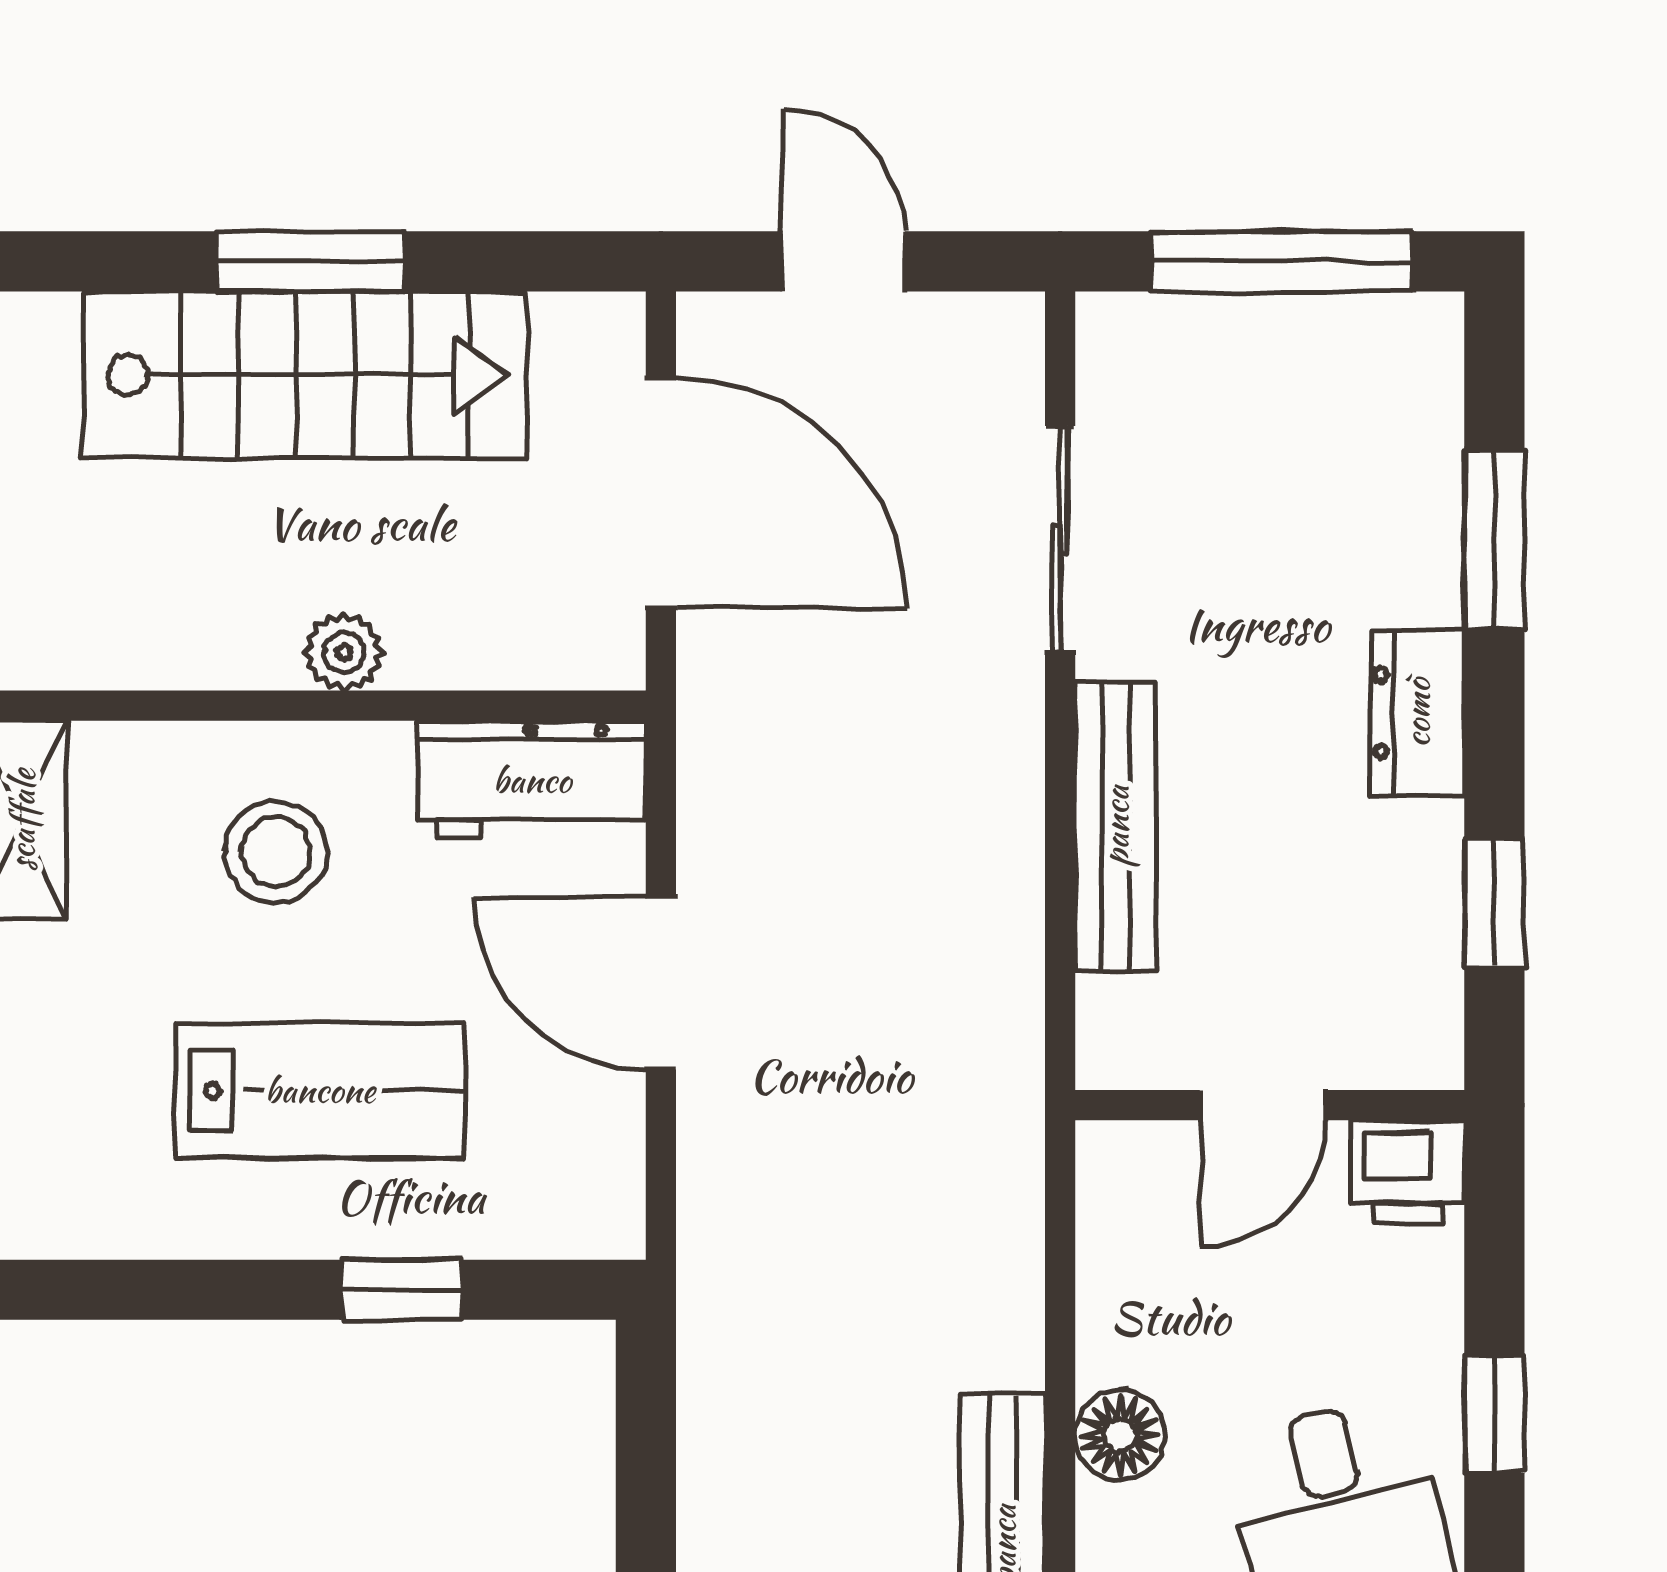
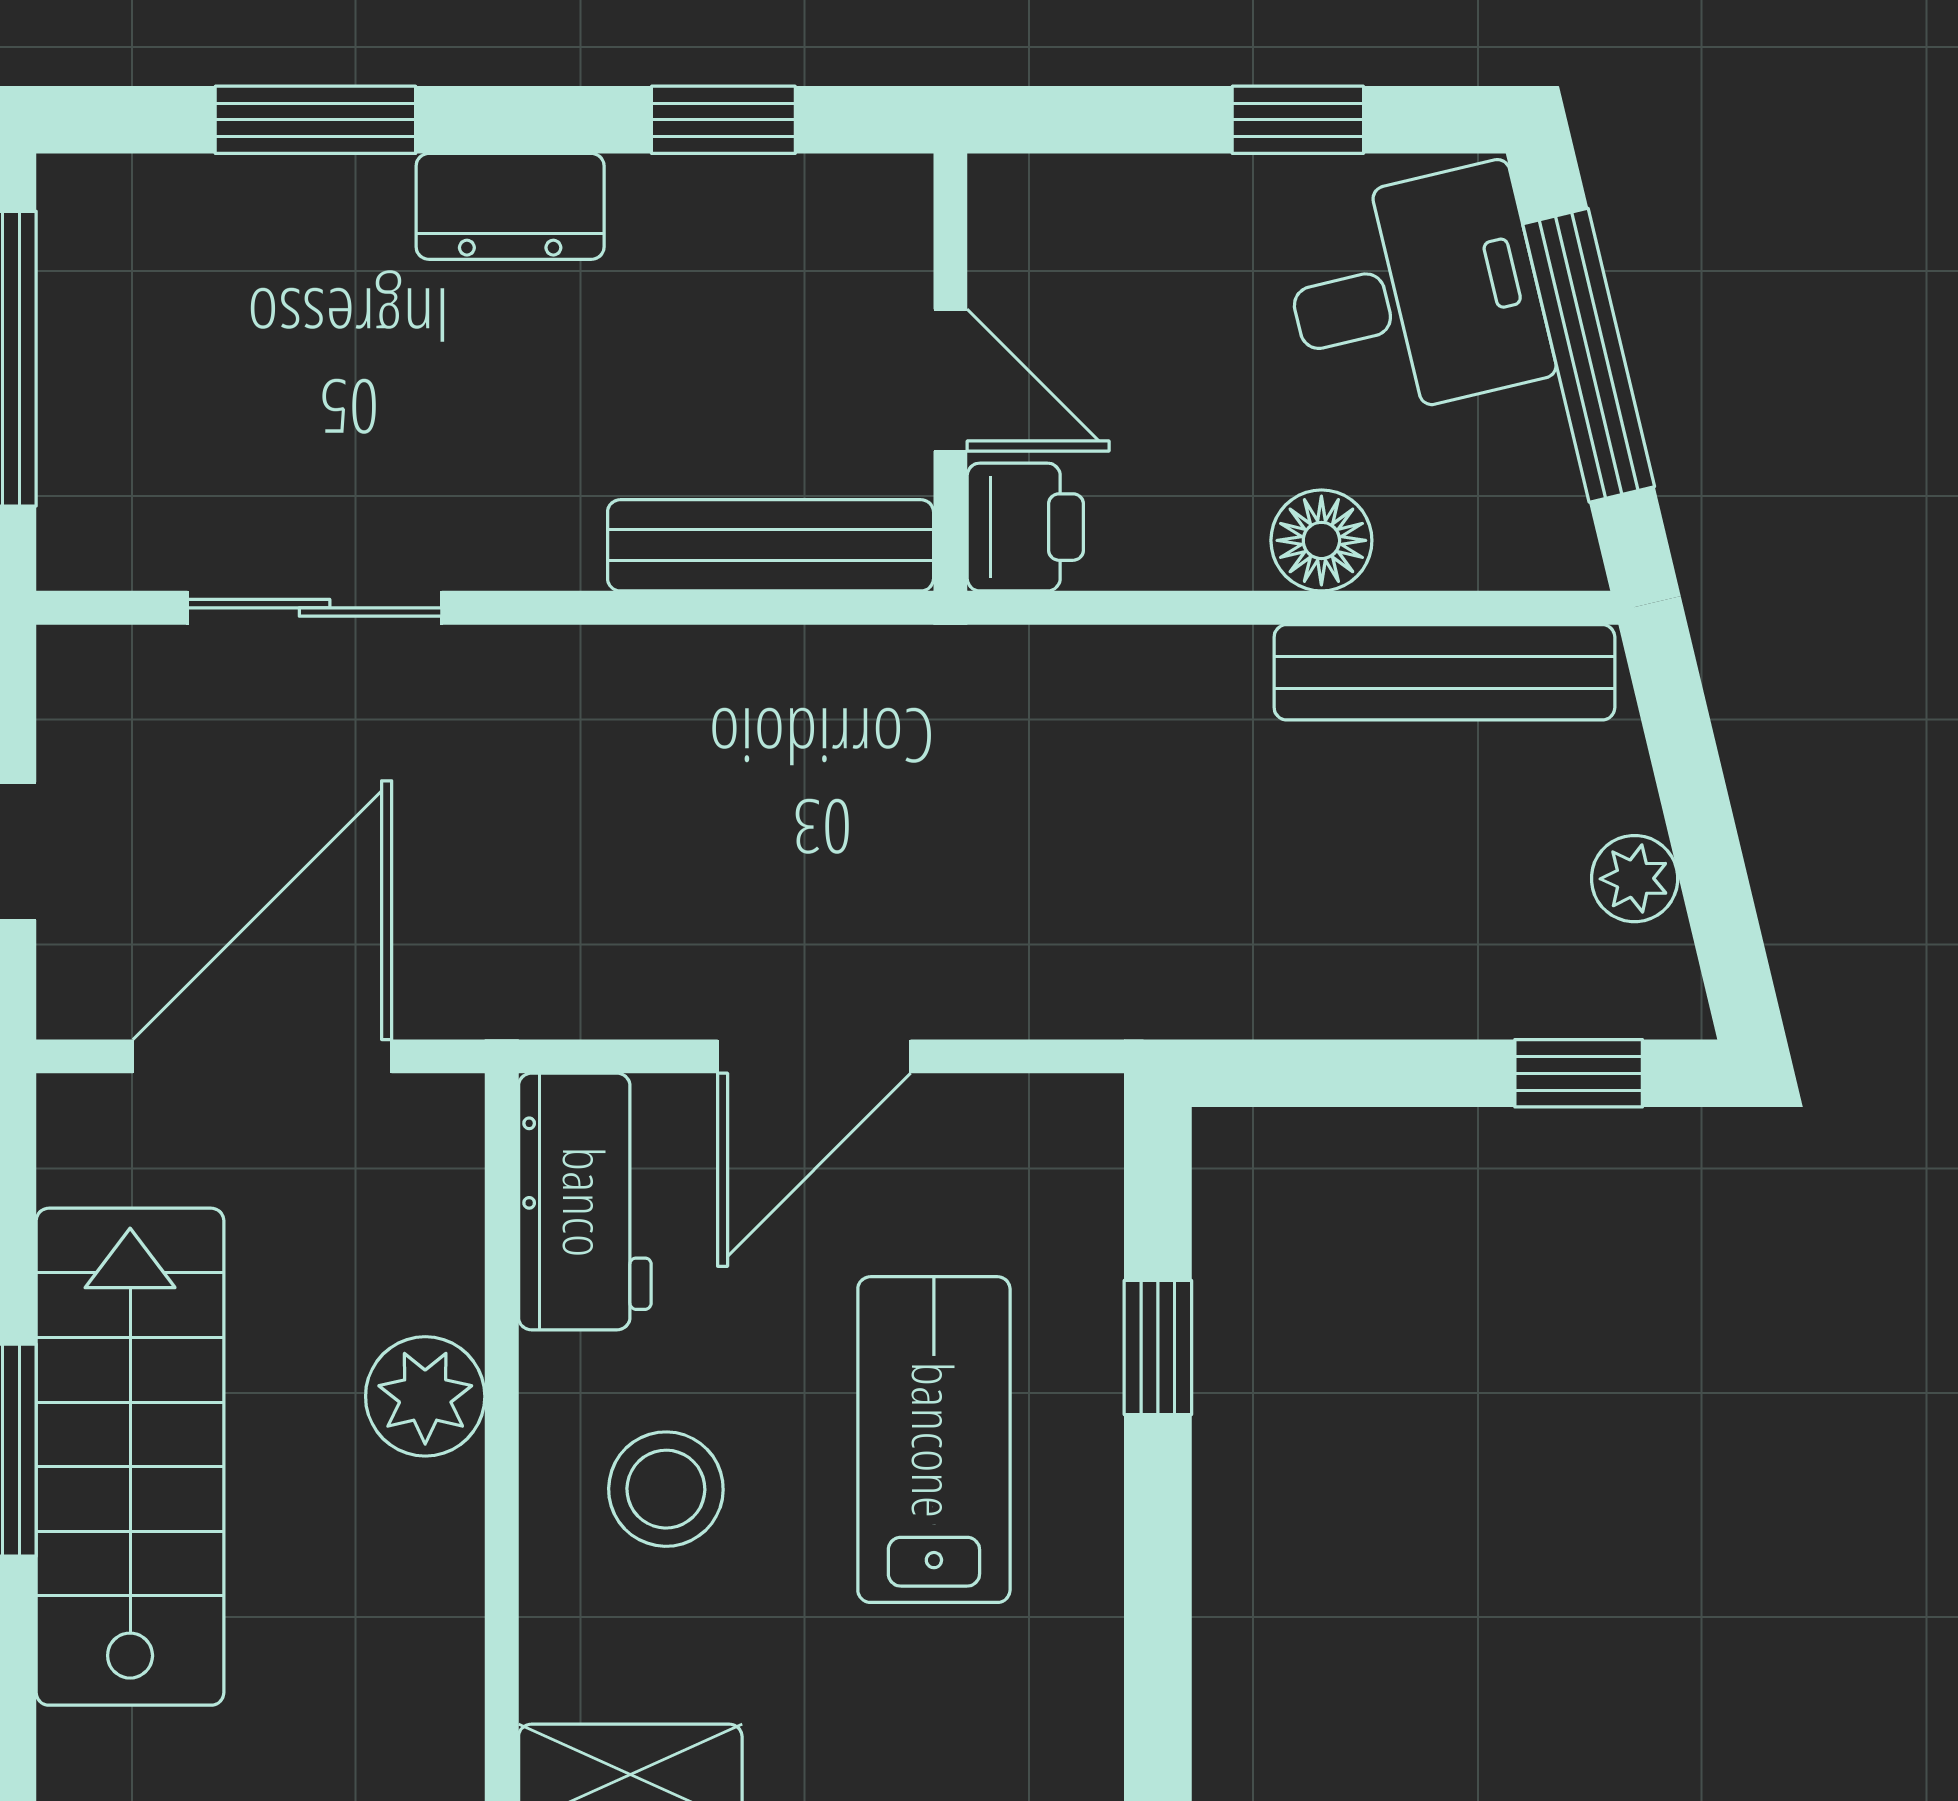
plant: (344, 652) -> (425, 1396), width x1.38, depth x1.38
bench: (1116, 826) -> (771, 545), moved
printer: (1408, 1172) -> (1025, 527), moved

